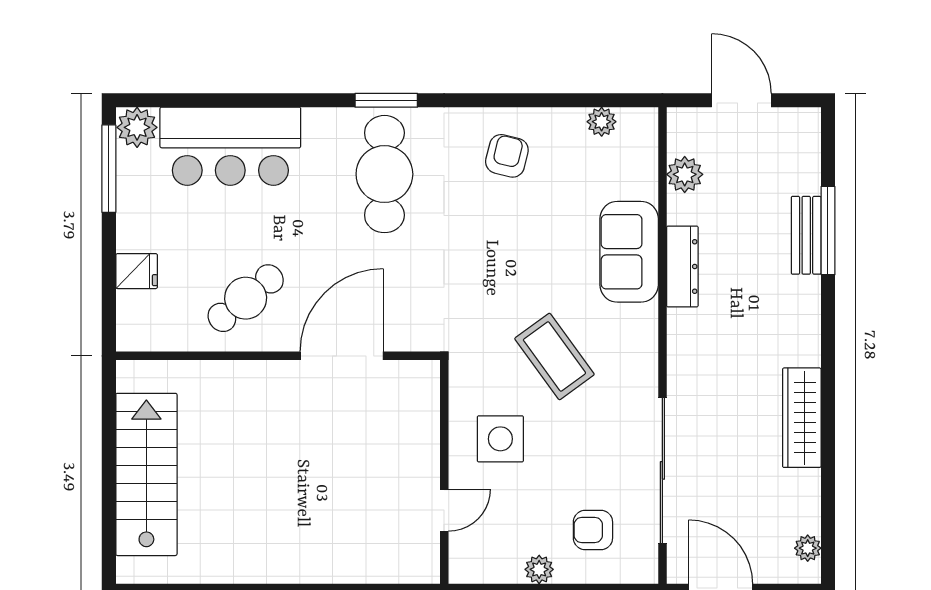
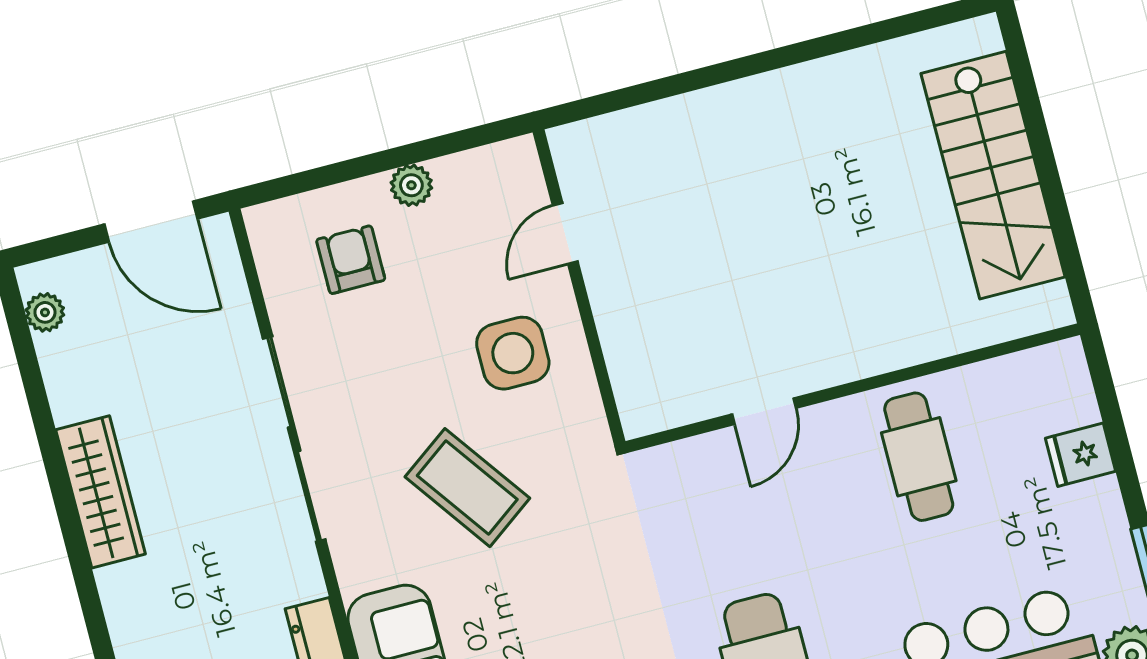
cafe table: (246, 298) -> (919, 457), turned -51
door: (342, 356) -> (764, 411), width x0.53
sliding door: (662, 470) -> (294, 439), moved
armchair: (593, 530) -> (351, 260), turned -90

